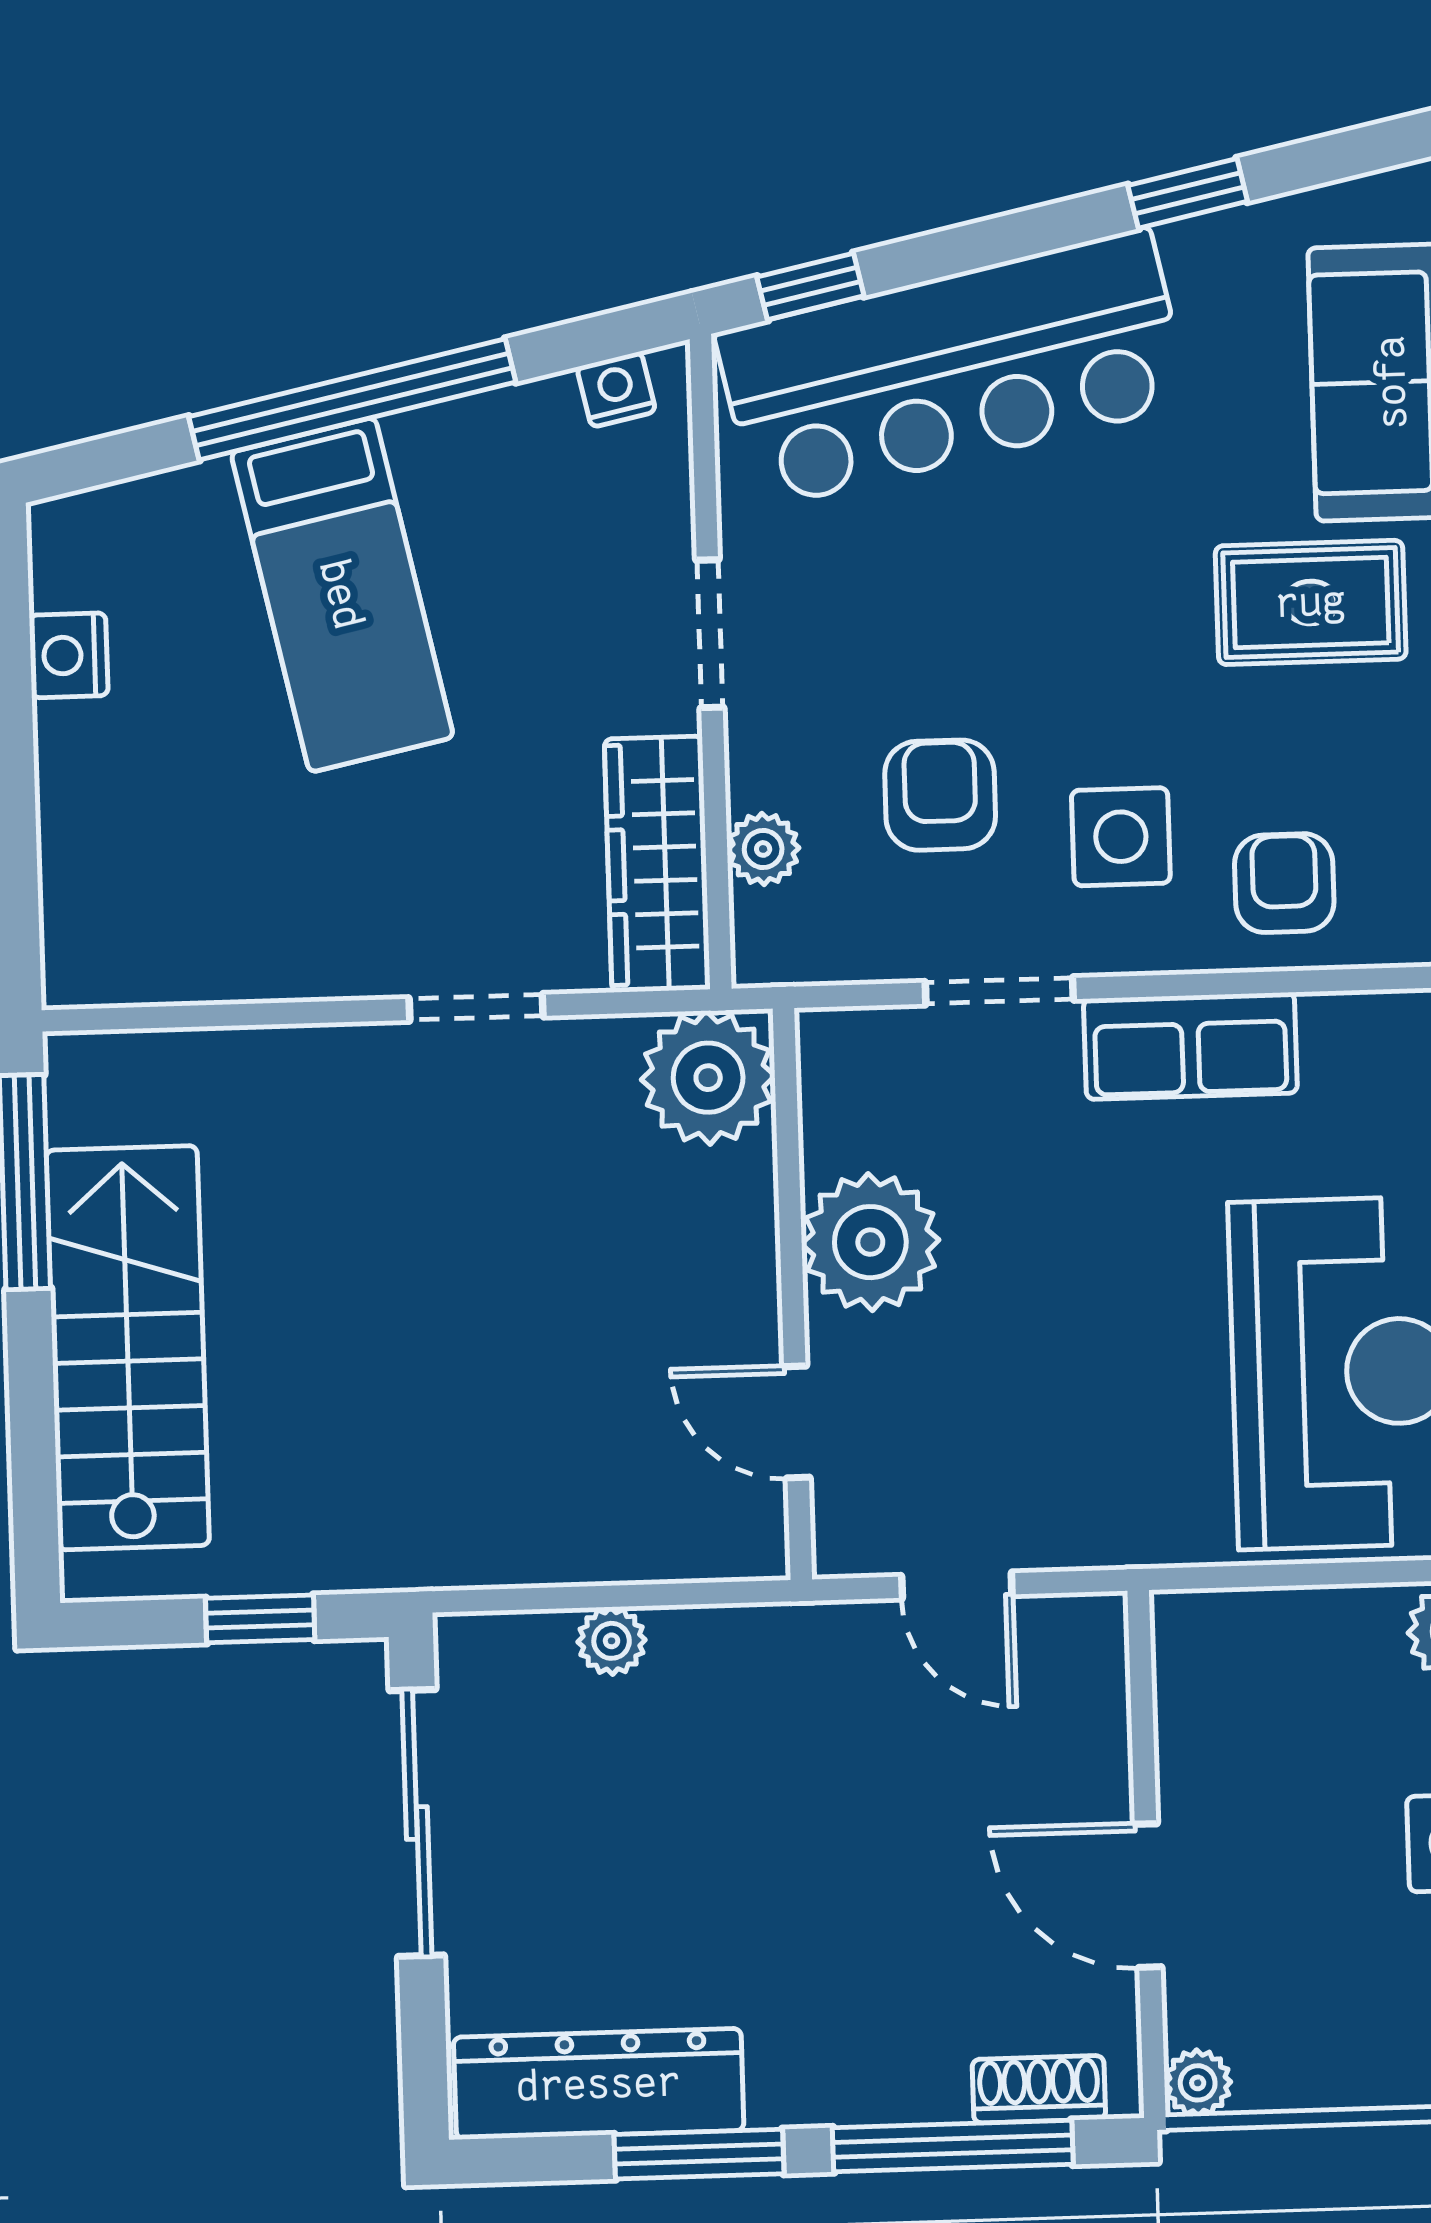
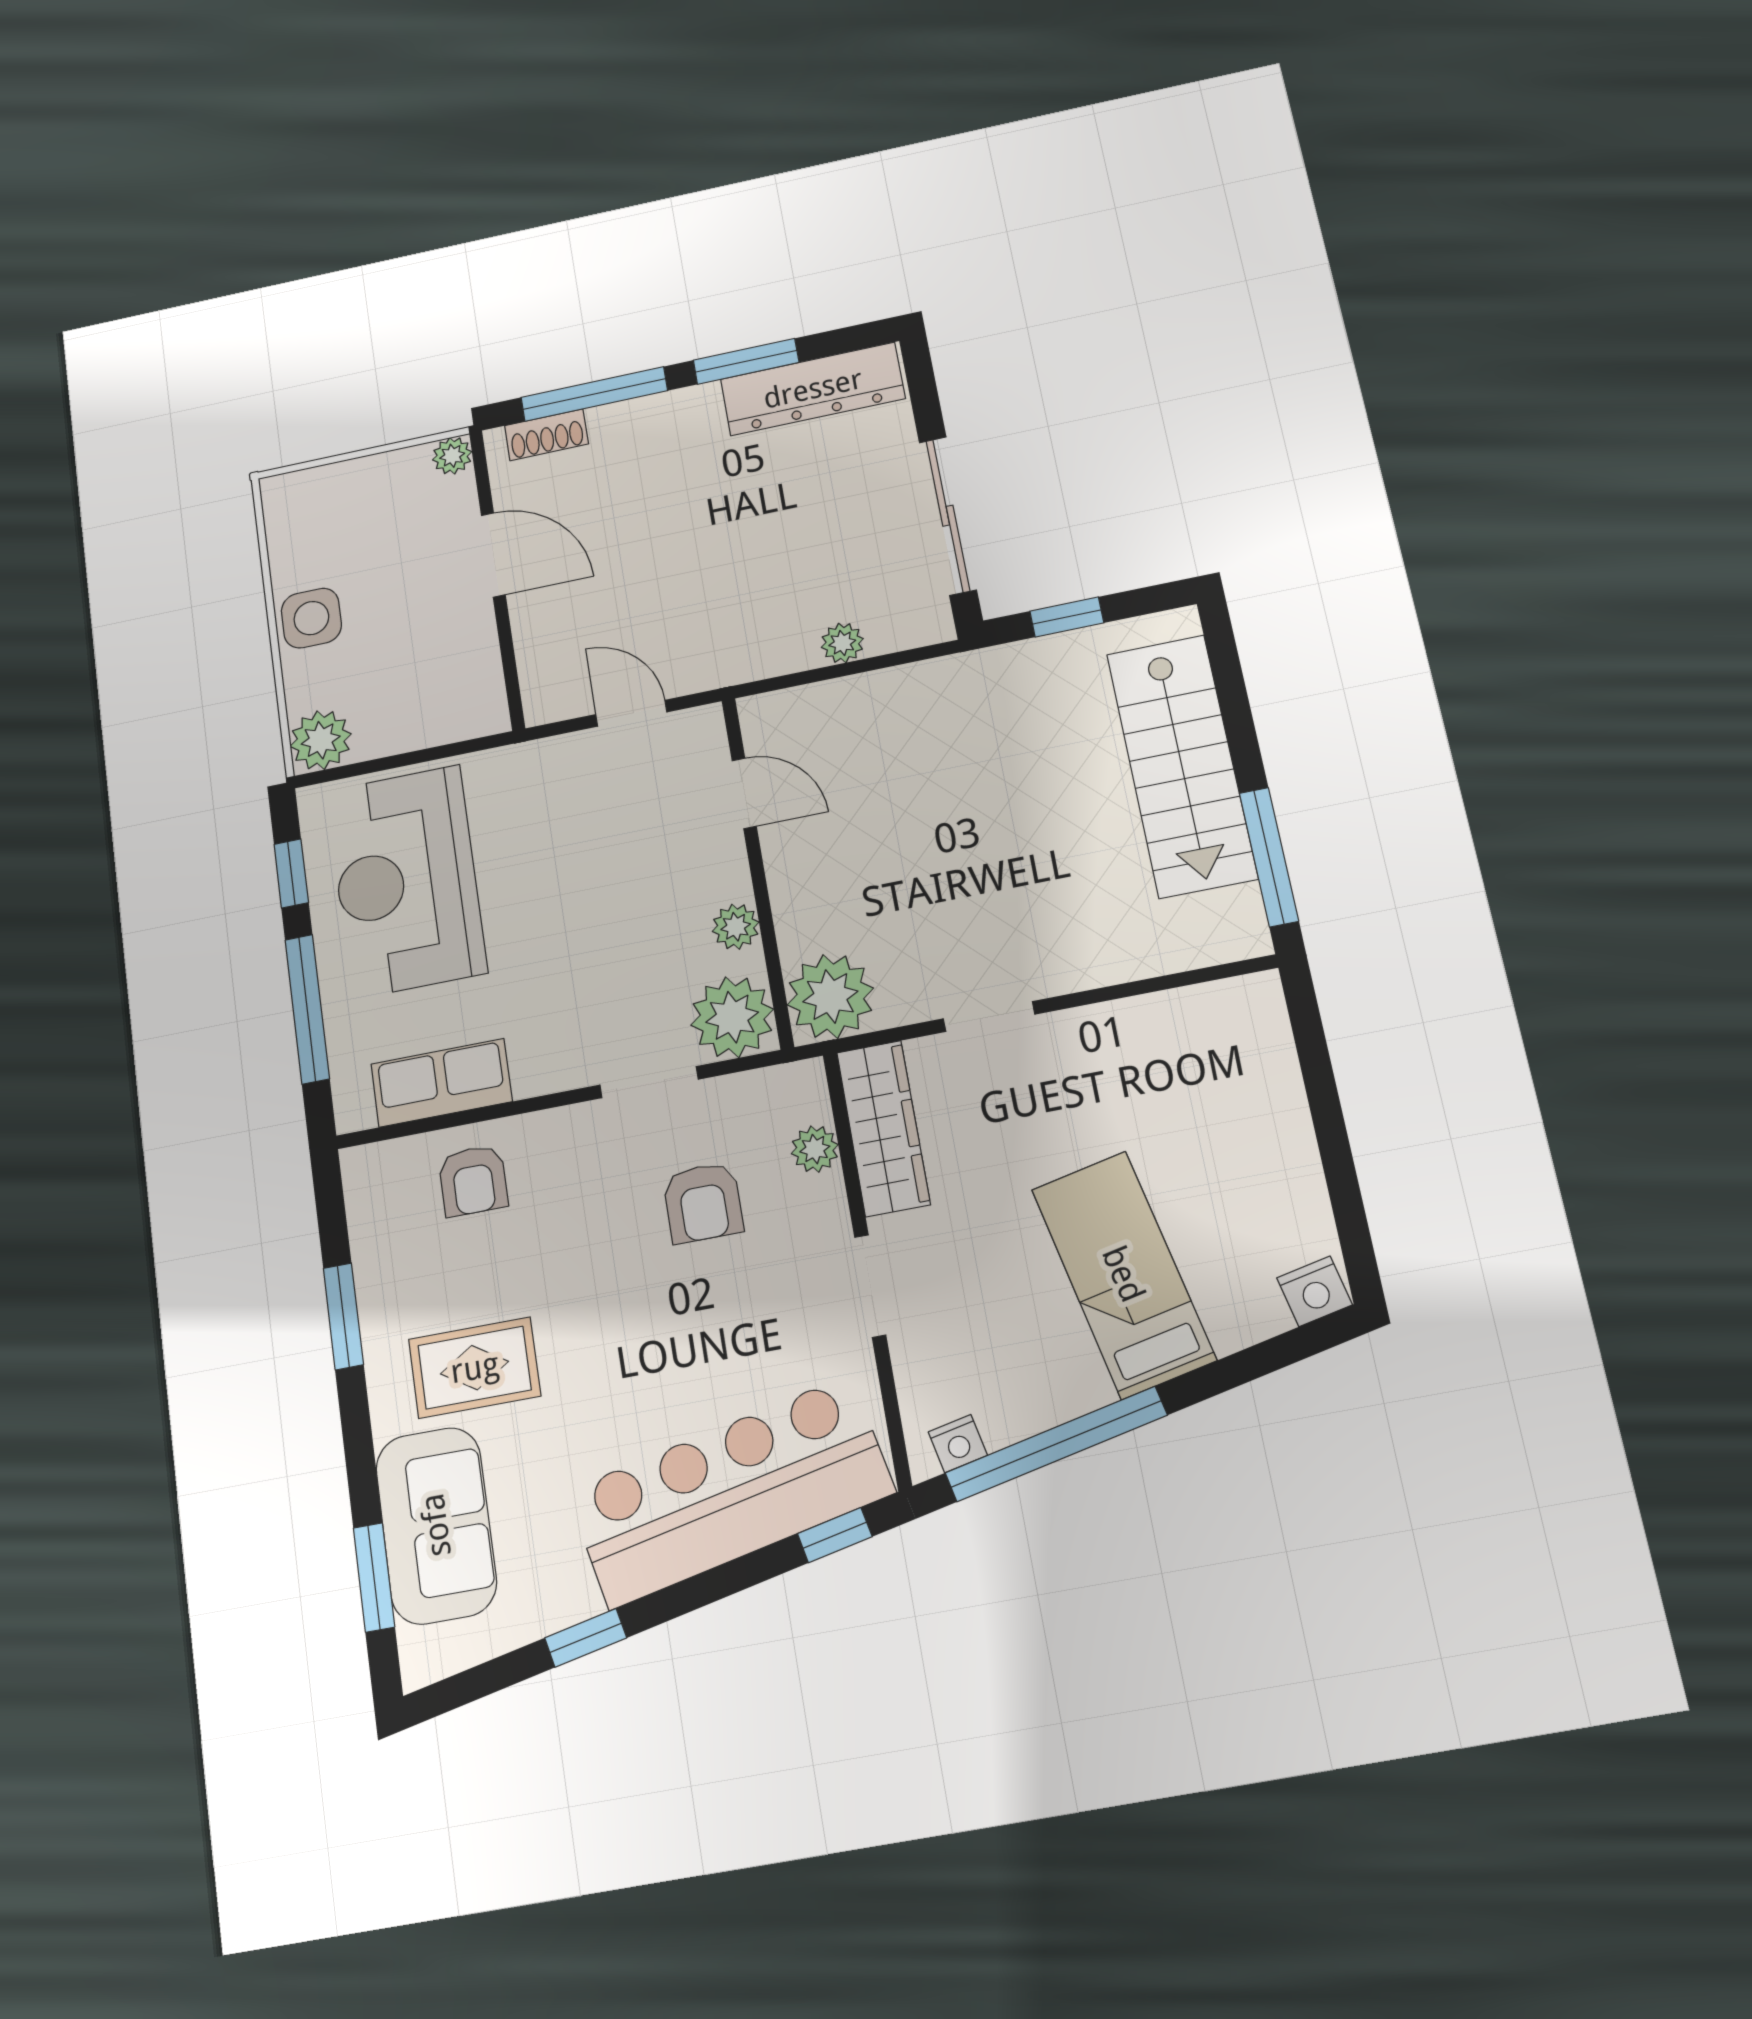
window: (352, 399) -> (1056, 1444), moved
nightstand: (69, 655) -> (1314, 1291), moved, turned 78
side table: (1121, 837) -> (582, 1194), removed
row of seats: (1190, 1046) -> (441, 1083), moved
plant: (861, 1070) -> (732, 1017), added
plant: (870, 1242) -> (736, 927), width x0.53, depth x0.53

